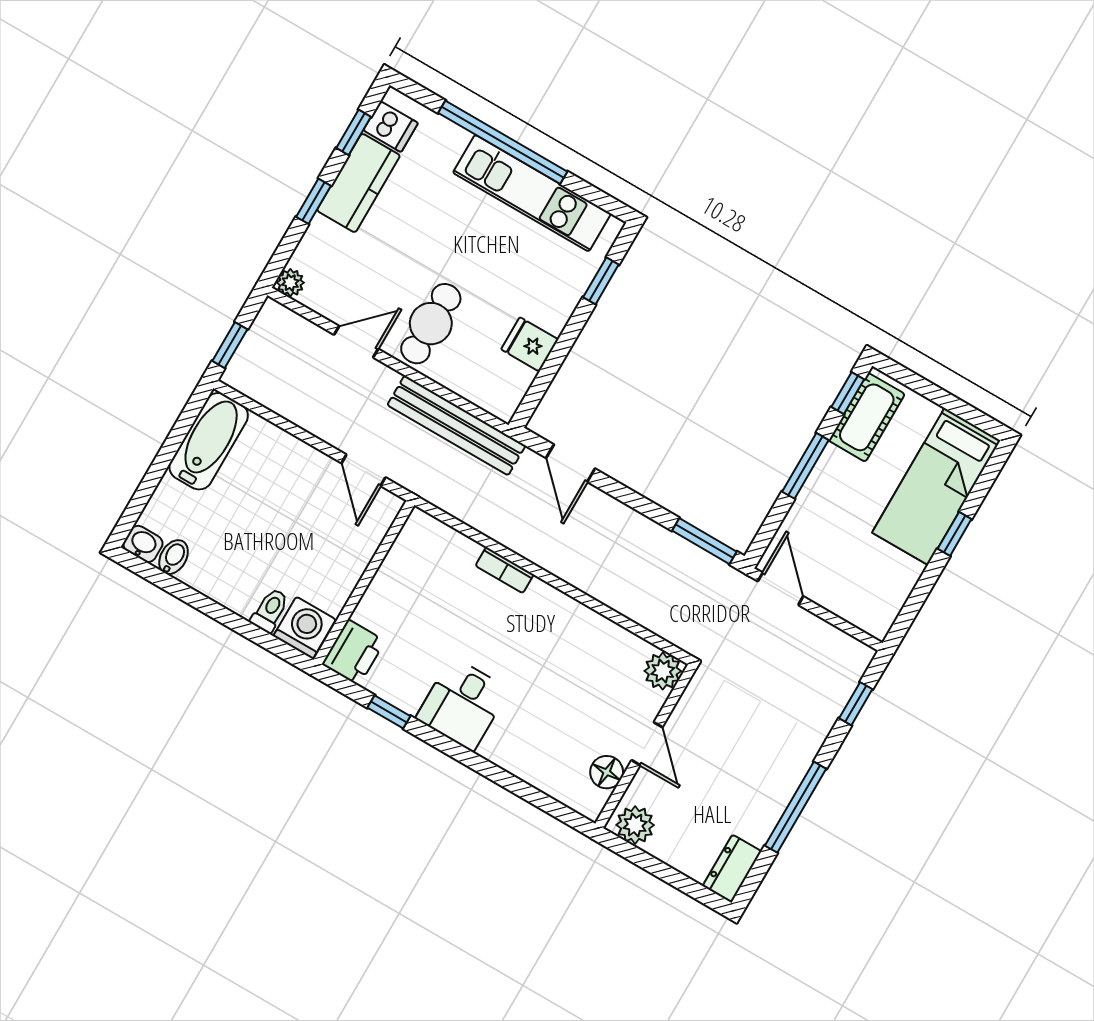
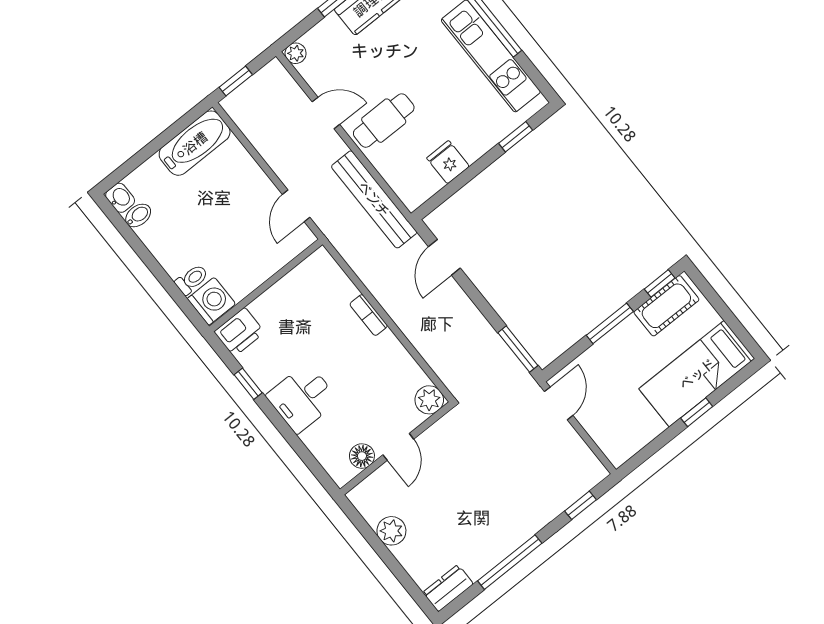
plant: (663, 671) -> (429, 400), moved
door: (647, 744) -> (398, 447), moved
wall: (646, 746) -> (397, 448), moved
floor lamp: (607, 772) -> (362, 456), moved

